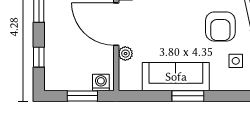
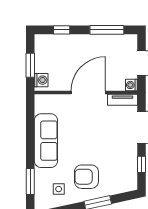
plant: (125, 54) -> (65, 100), removed
window: (188, 96) -> (30, 181), moved

